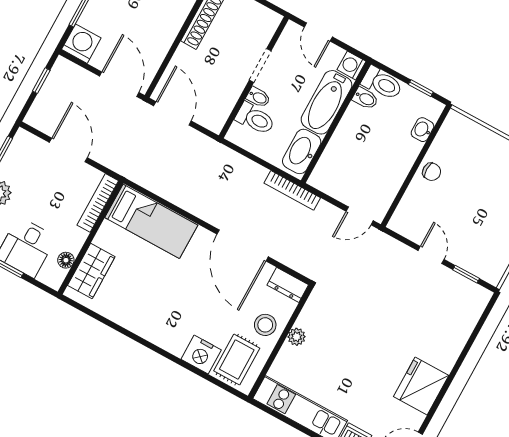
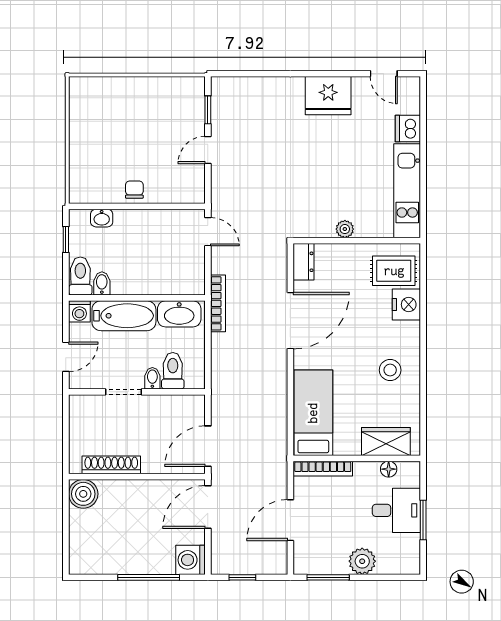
stool: (265, 325) -> (390, 370), moved

